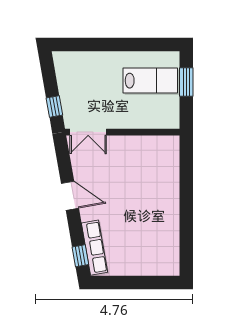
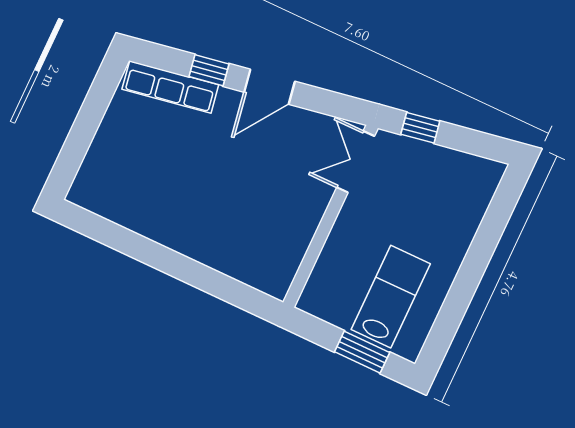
lab bench: (150, 81) -> (391, 297), turned 180
window: (80, 256) -> (209, 70), moved

